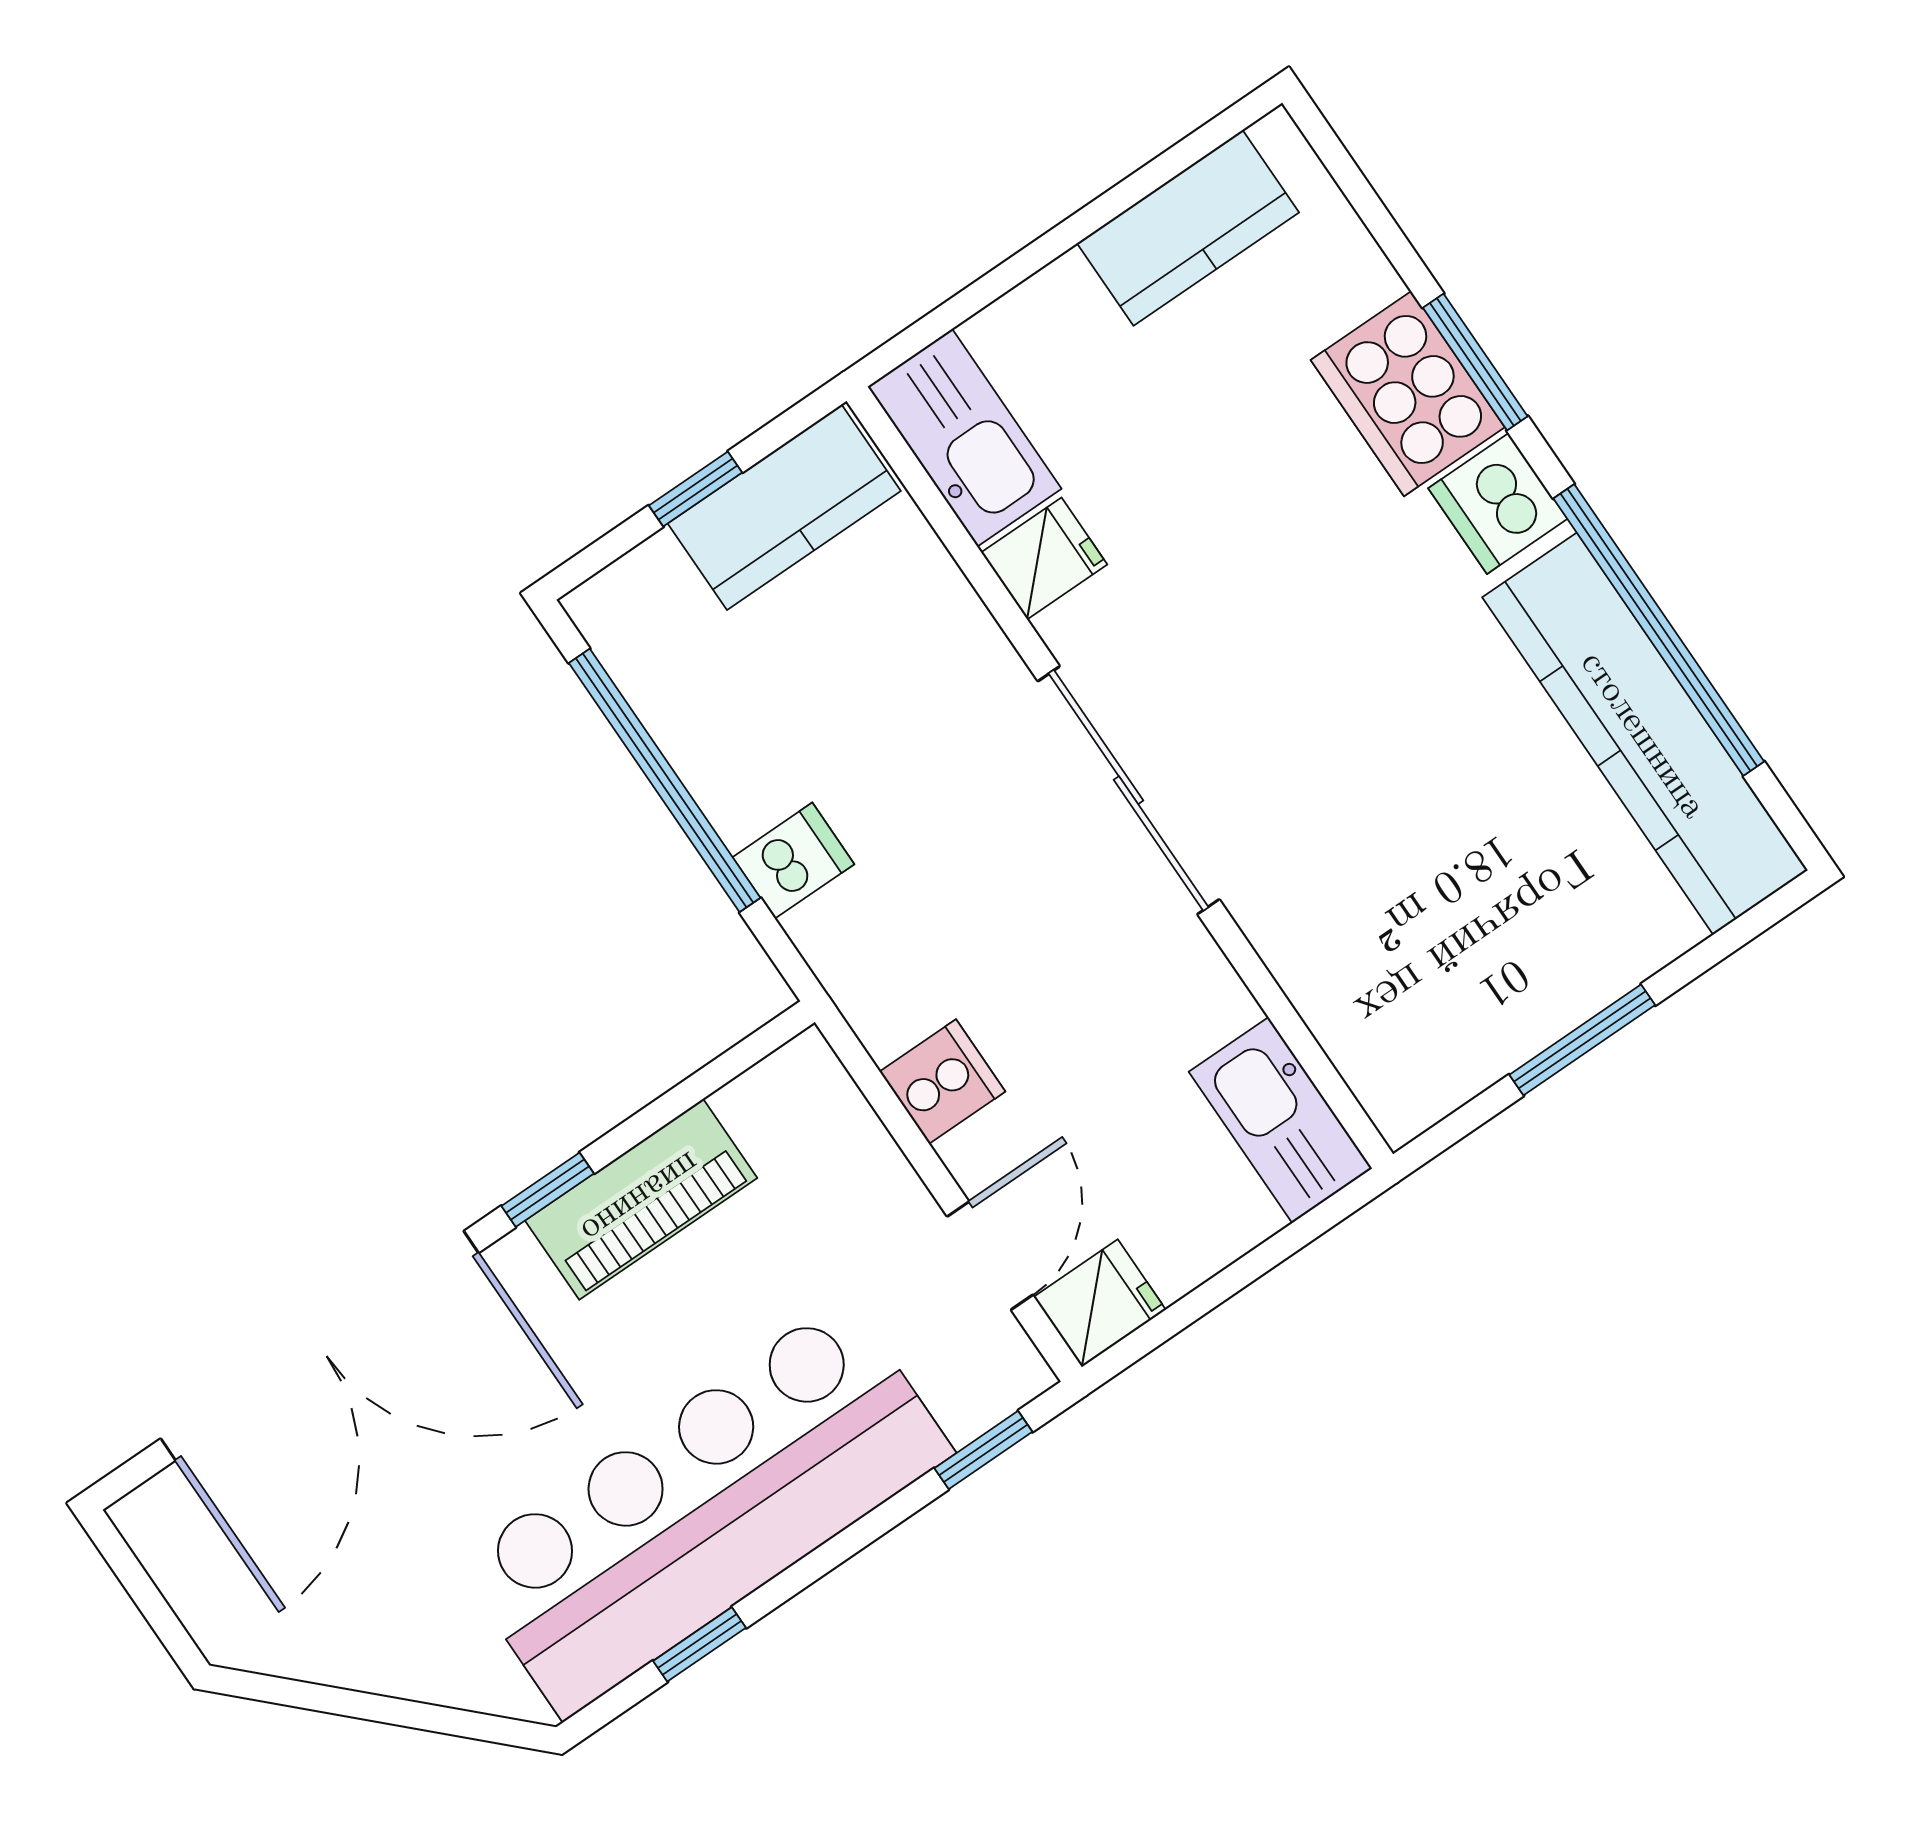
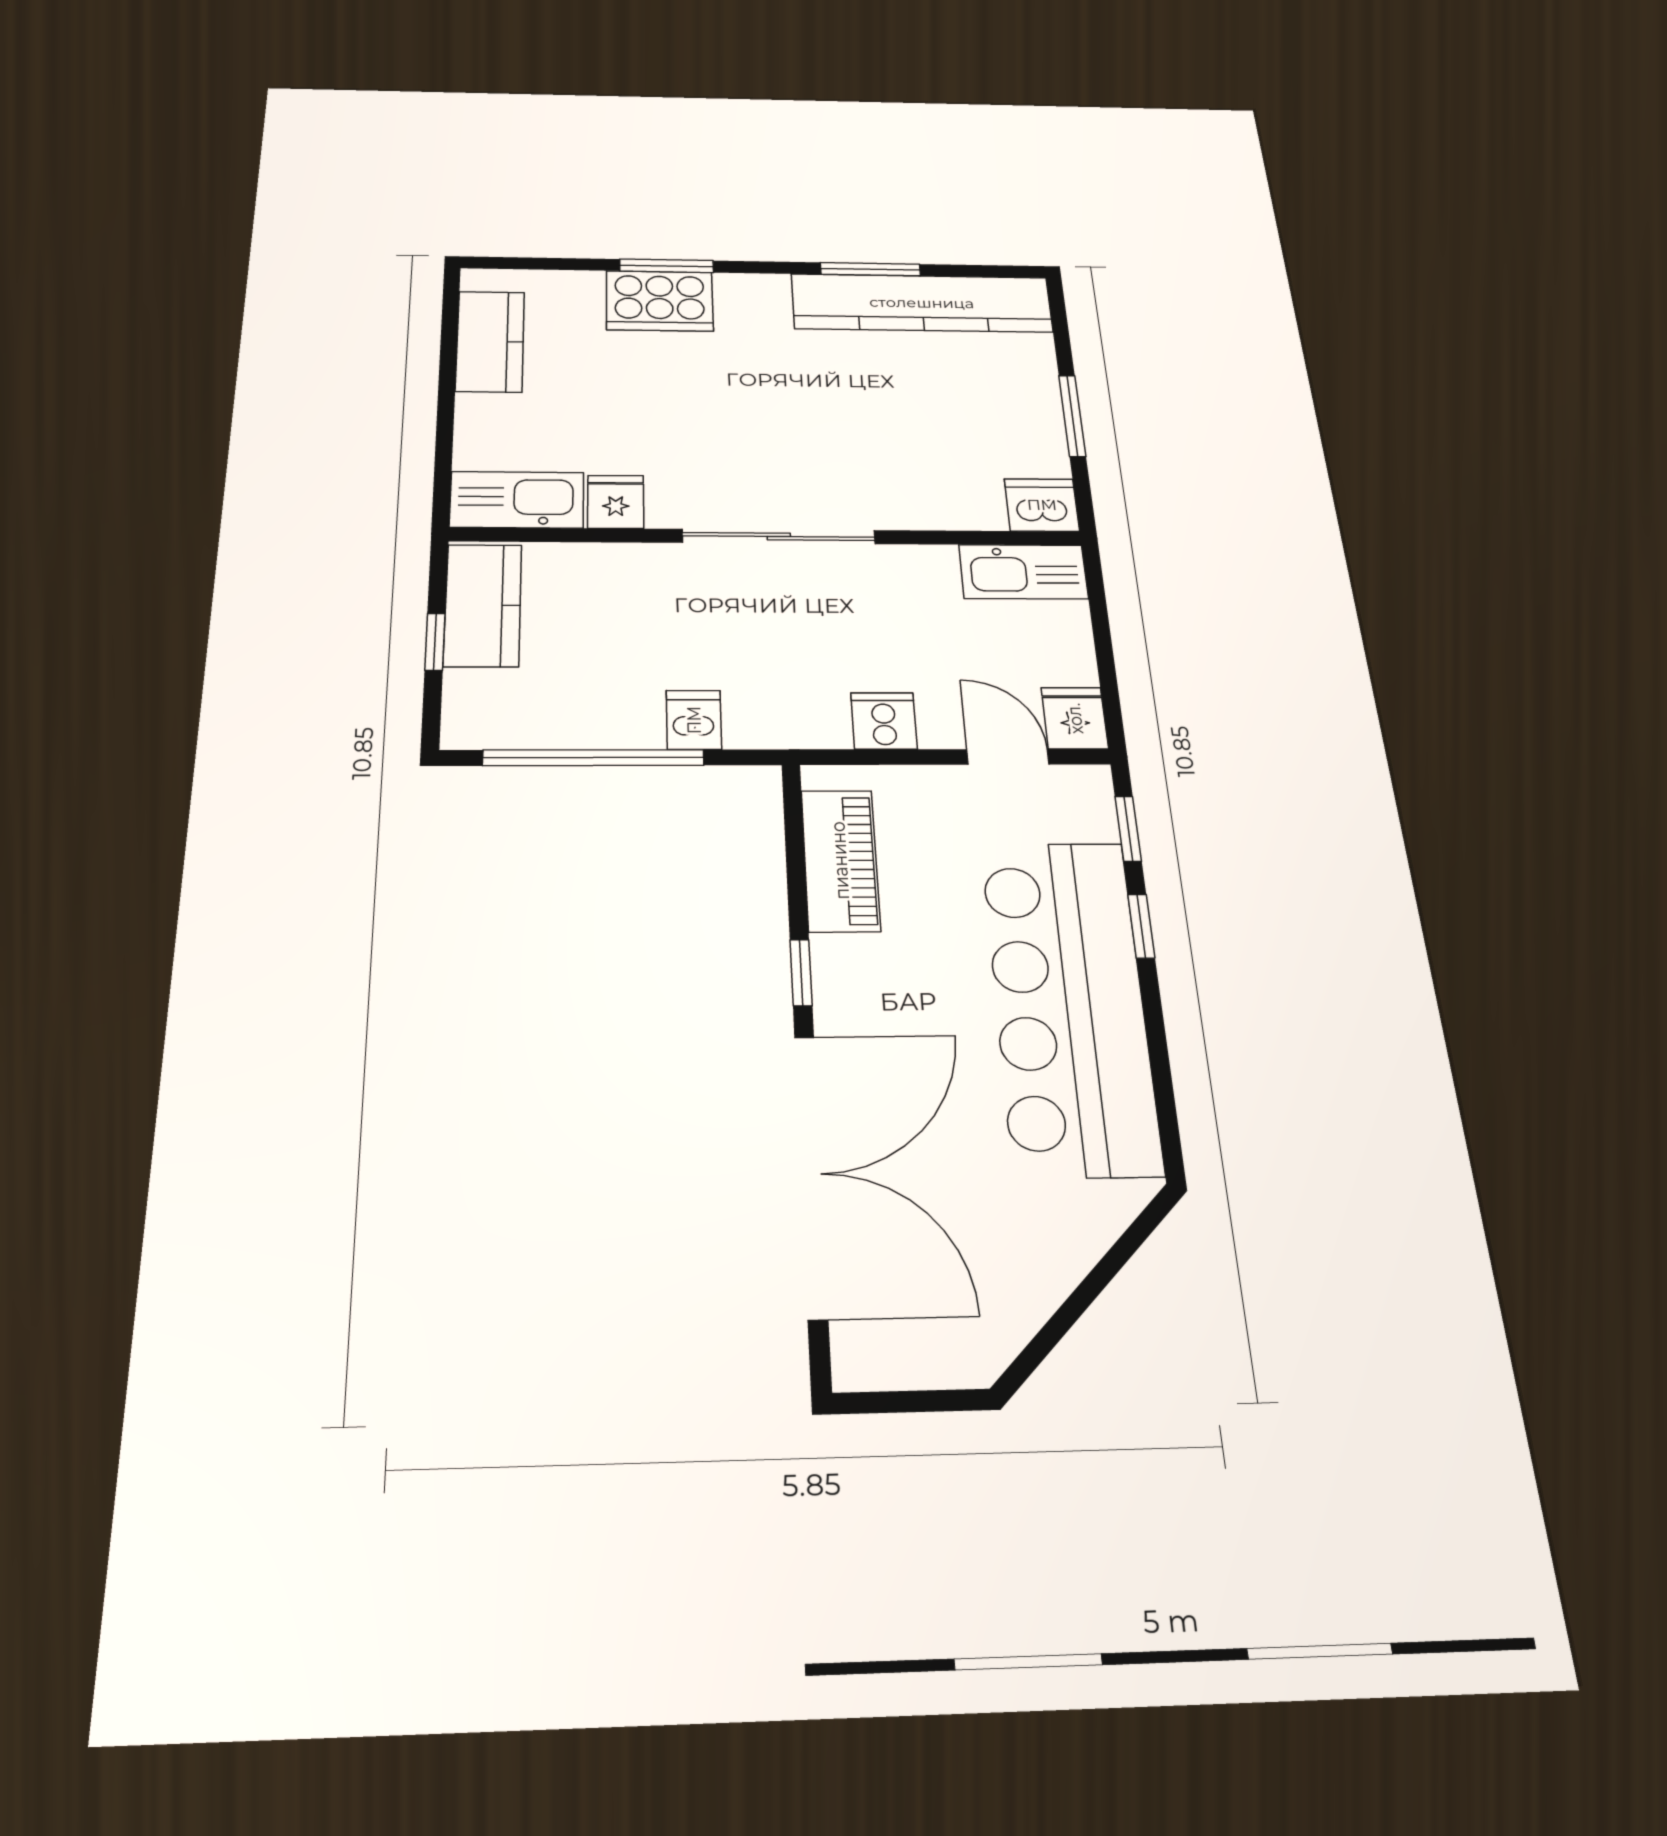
dishwasher: (1498, 503) -> (1042, 505), moved, turned 180
window: (1659, 630) -> (870, 269), width x0.47
piano: (641, 1199) -> (840, 860), moved
window: (700, 1644) -> (1141, 926), moved

